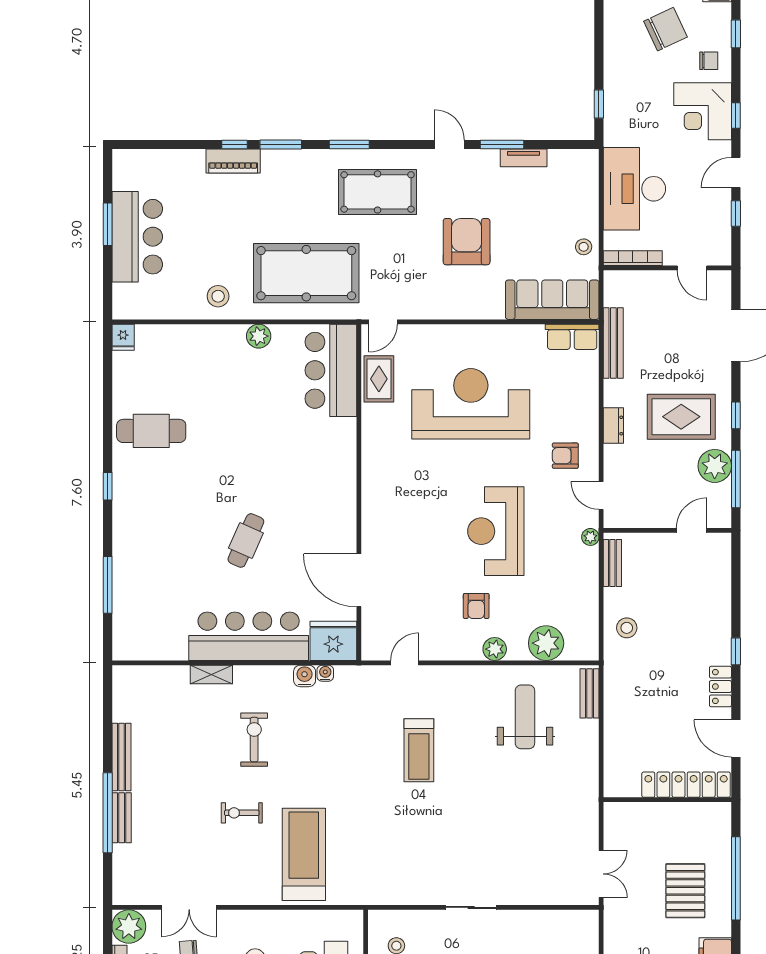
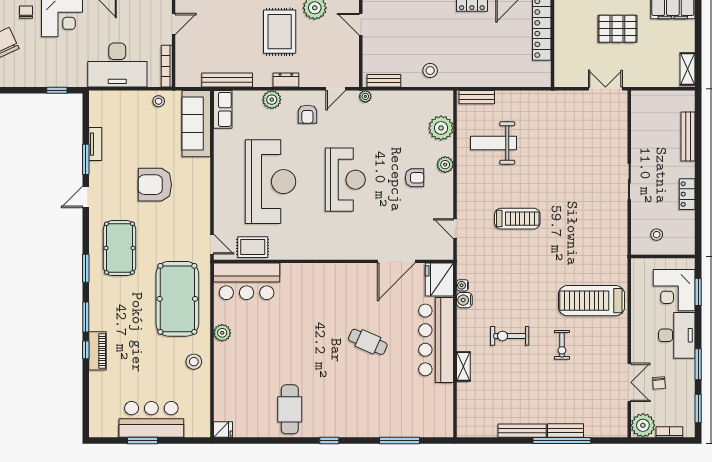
reception desk: (471, 404) -> (270, 182), turned 180
plant: (586, 406) -> (272, 100), added
reception desk: (496, 531) -> (345, 180), moved, turned -90

